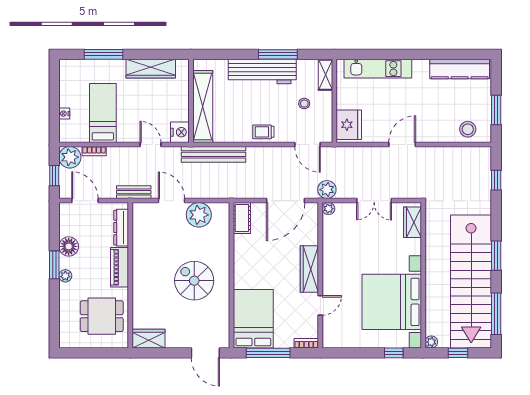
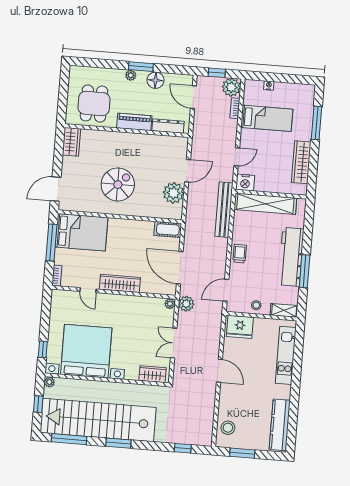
stool: (304, 104) -> (256, 305), moved
bench: (134, 192) -> (197, 139), removed
door: (85, 201) -> (193, 97), swing flipped

